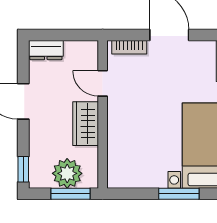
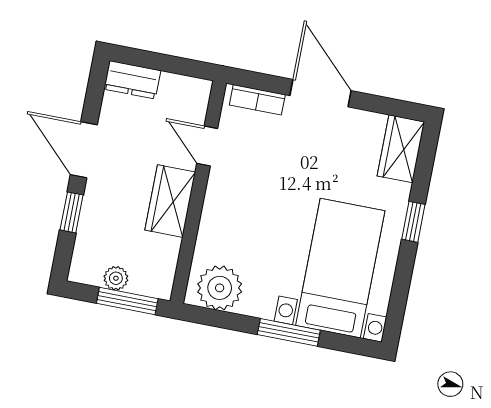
window: (23, 169) -> (72, 212), moved
plant: (67, 173) -> (116, 278), width x0.53, depth x0.53
plant: (129, 174) -> (220, 288), added

